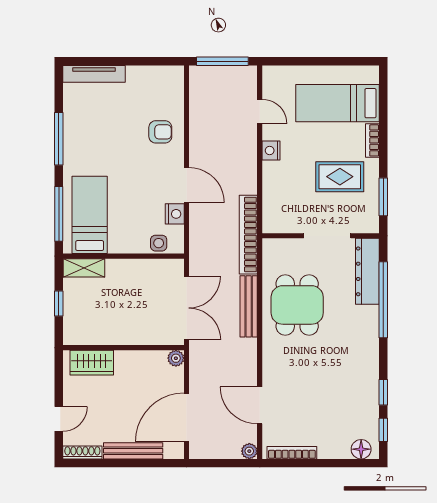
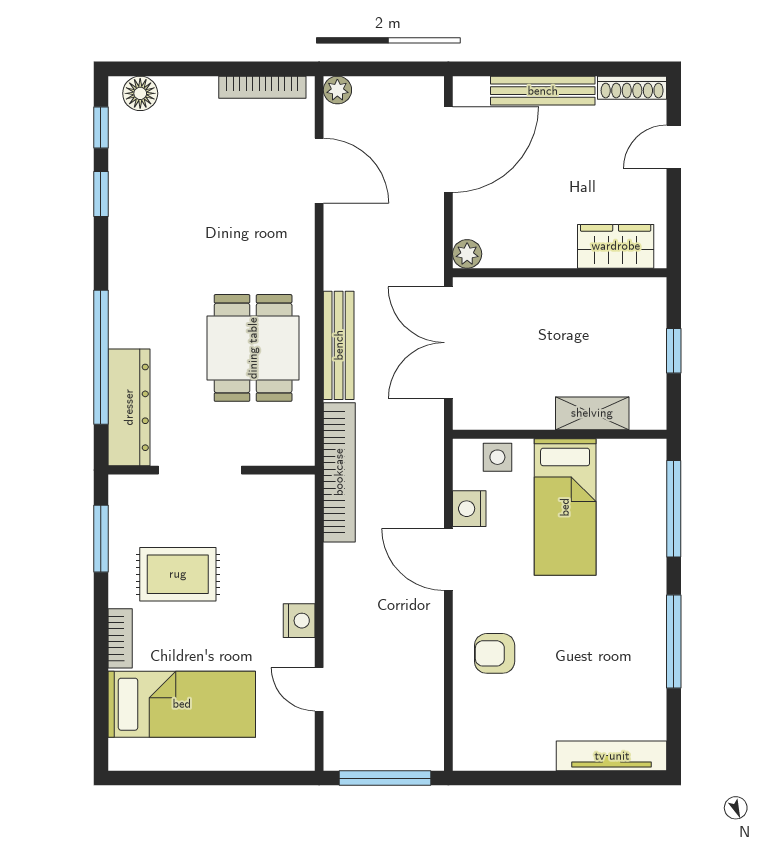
bed: (90, 215) -> (565, 507), moved
shelving: (84, 268) -> (592, 413), moved

